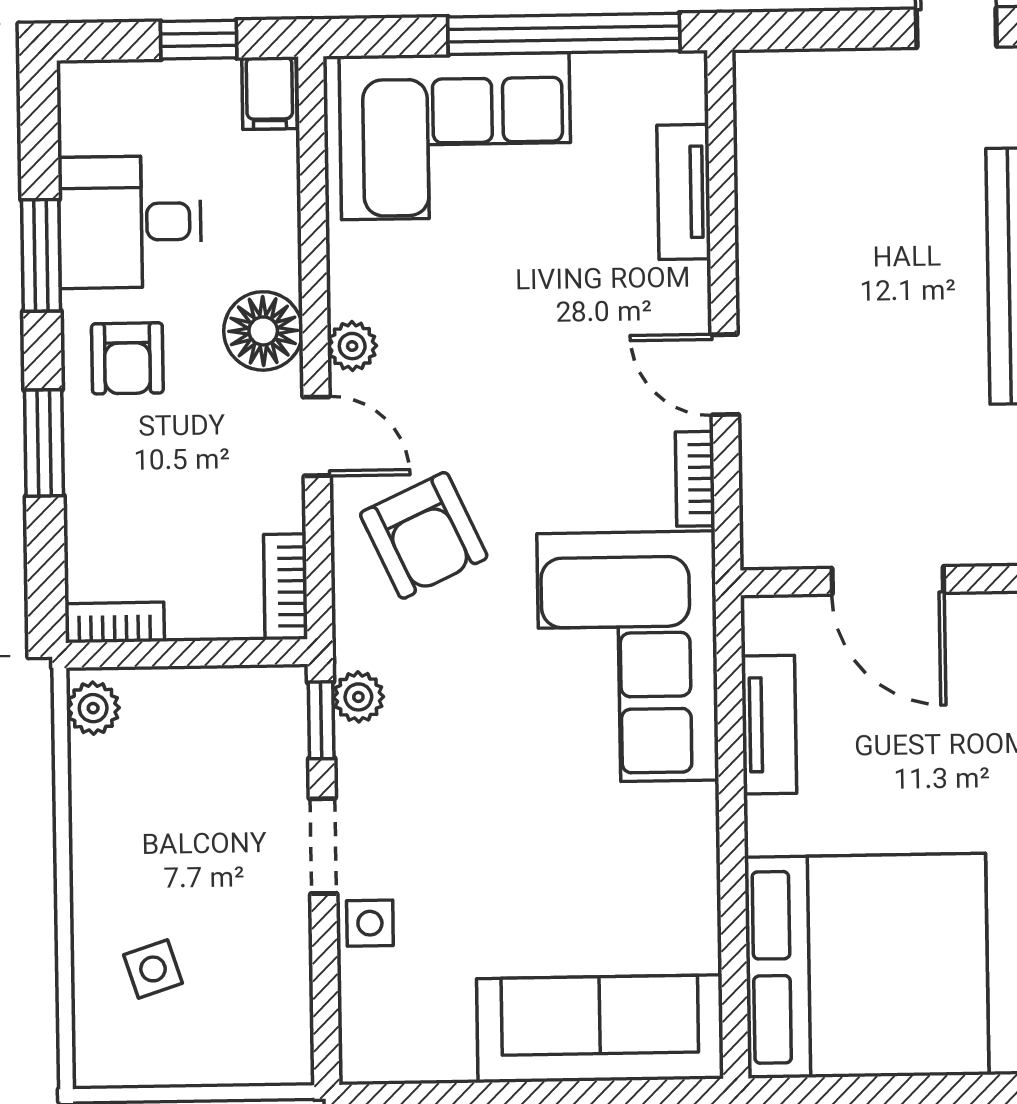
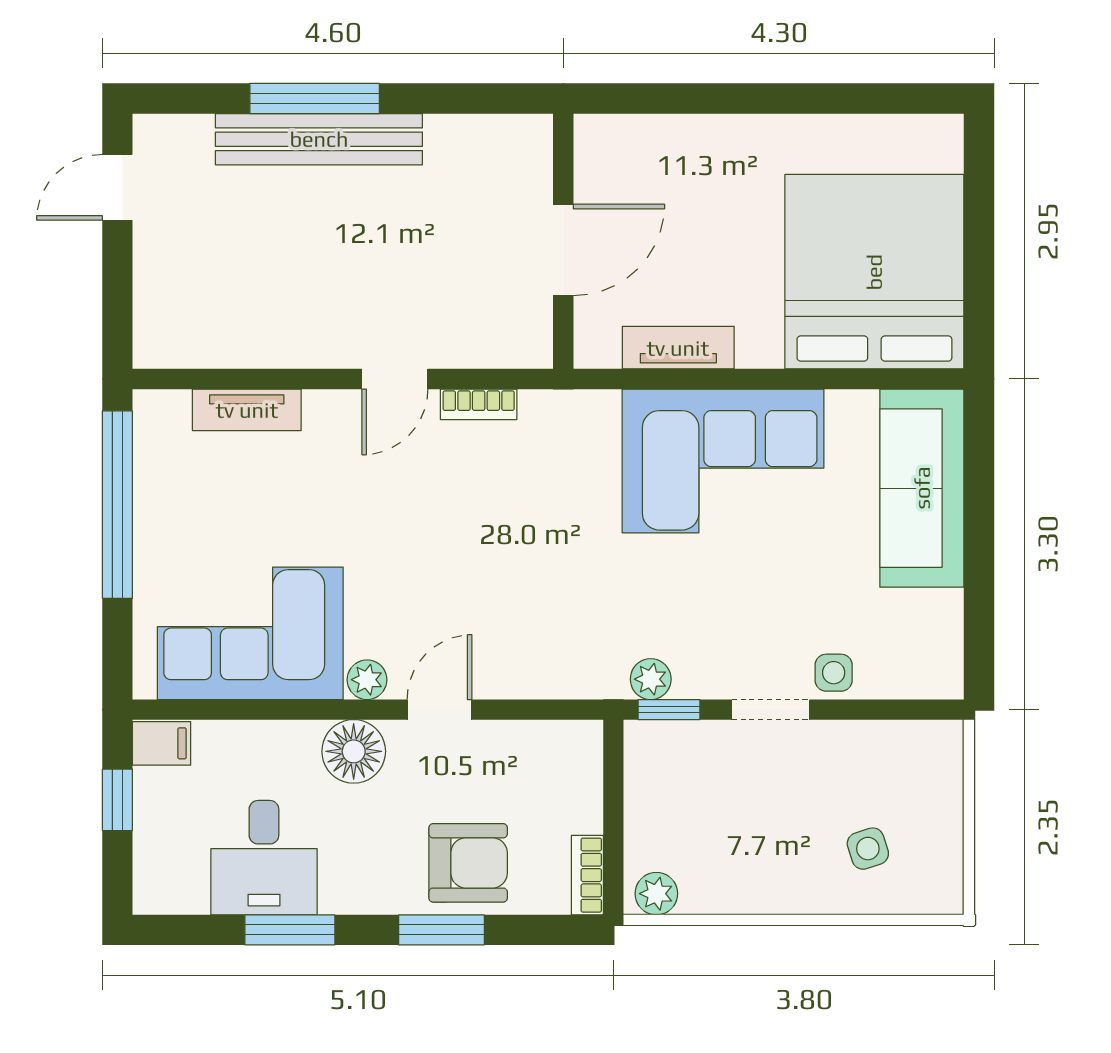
corner sofa: (455, 136) -> (250, 633), moved, turned -90
armchair: (127, 358) -> (468, 863), moved, width x1.38, depth x1.38
armchair: (424, 535) -> (521, 624), removed
bookcase: (285, 587) -> (561, 737), removed
corner sofa: (628, 657) -> (723, 461), moved

